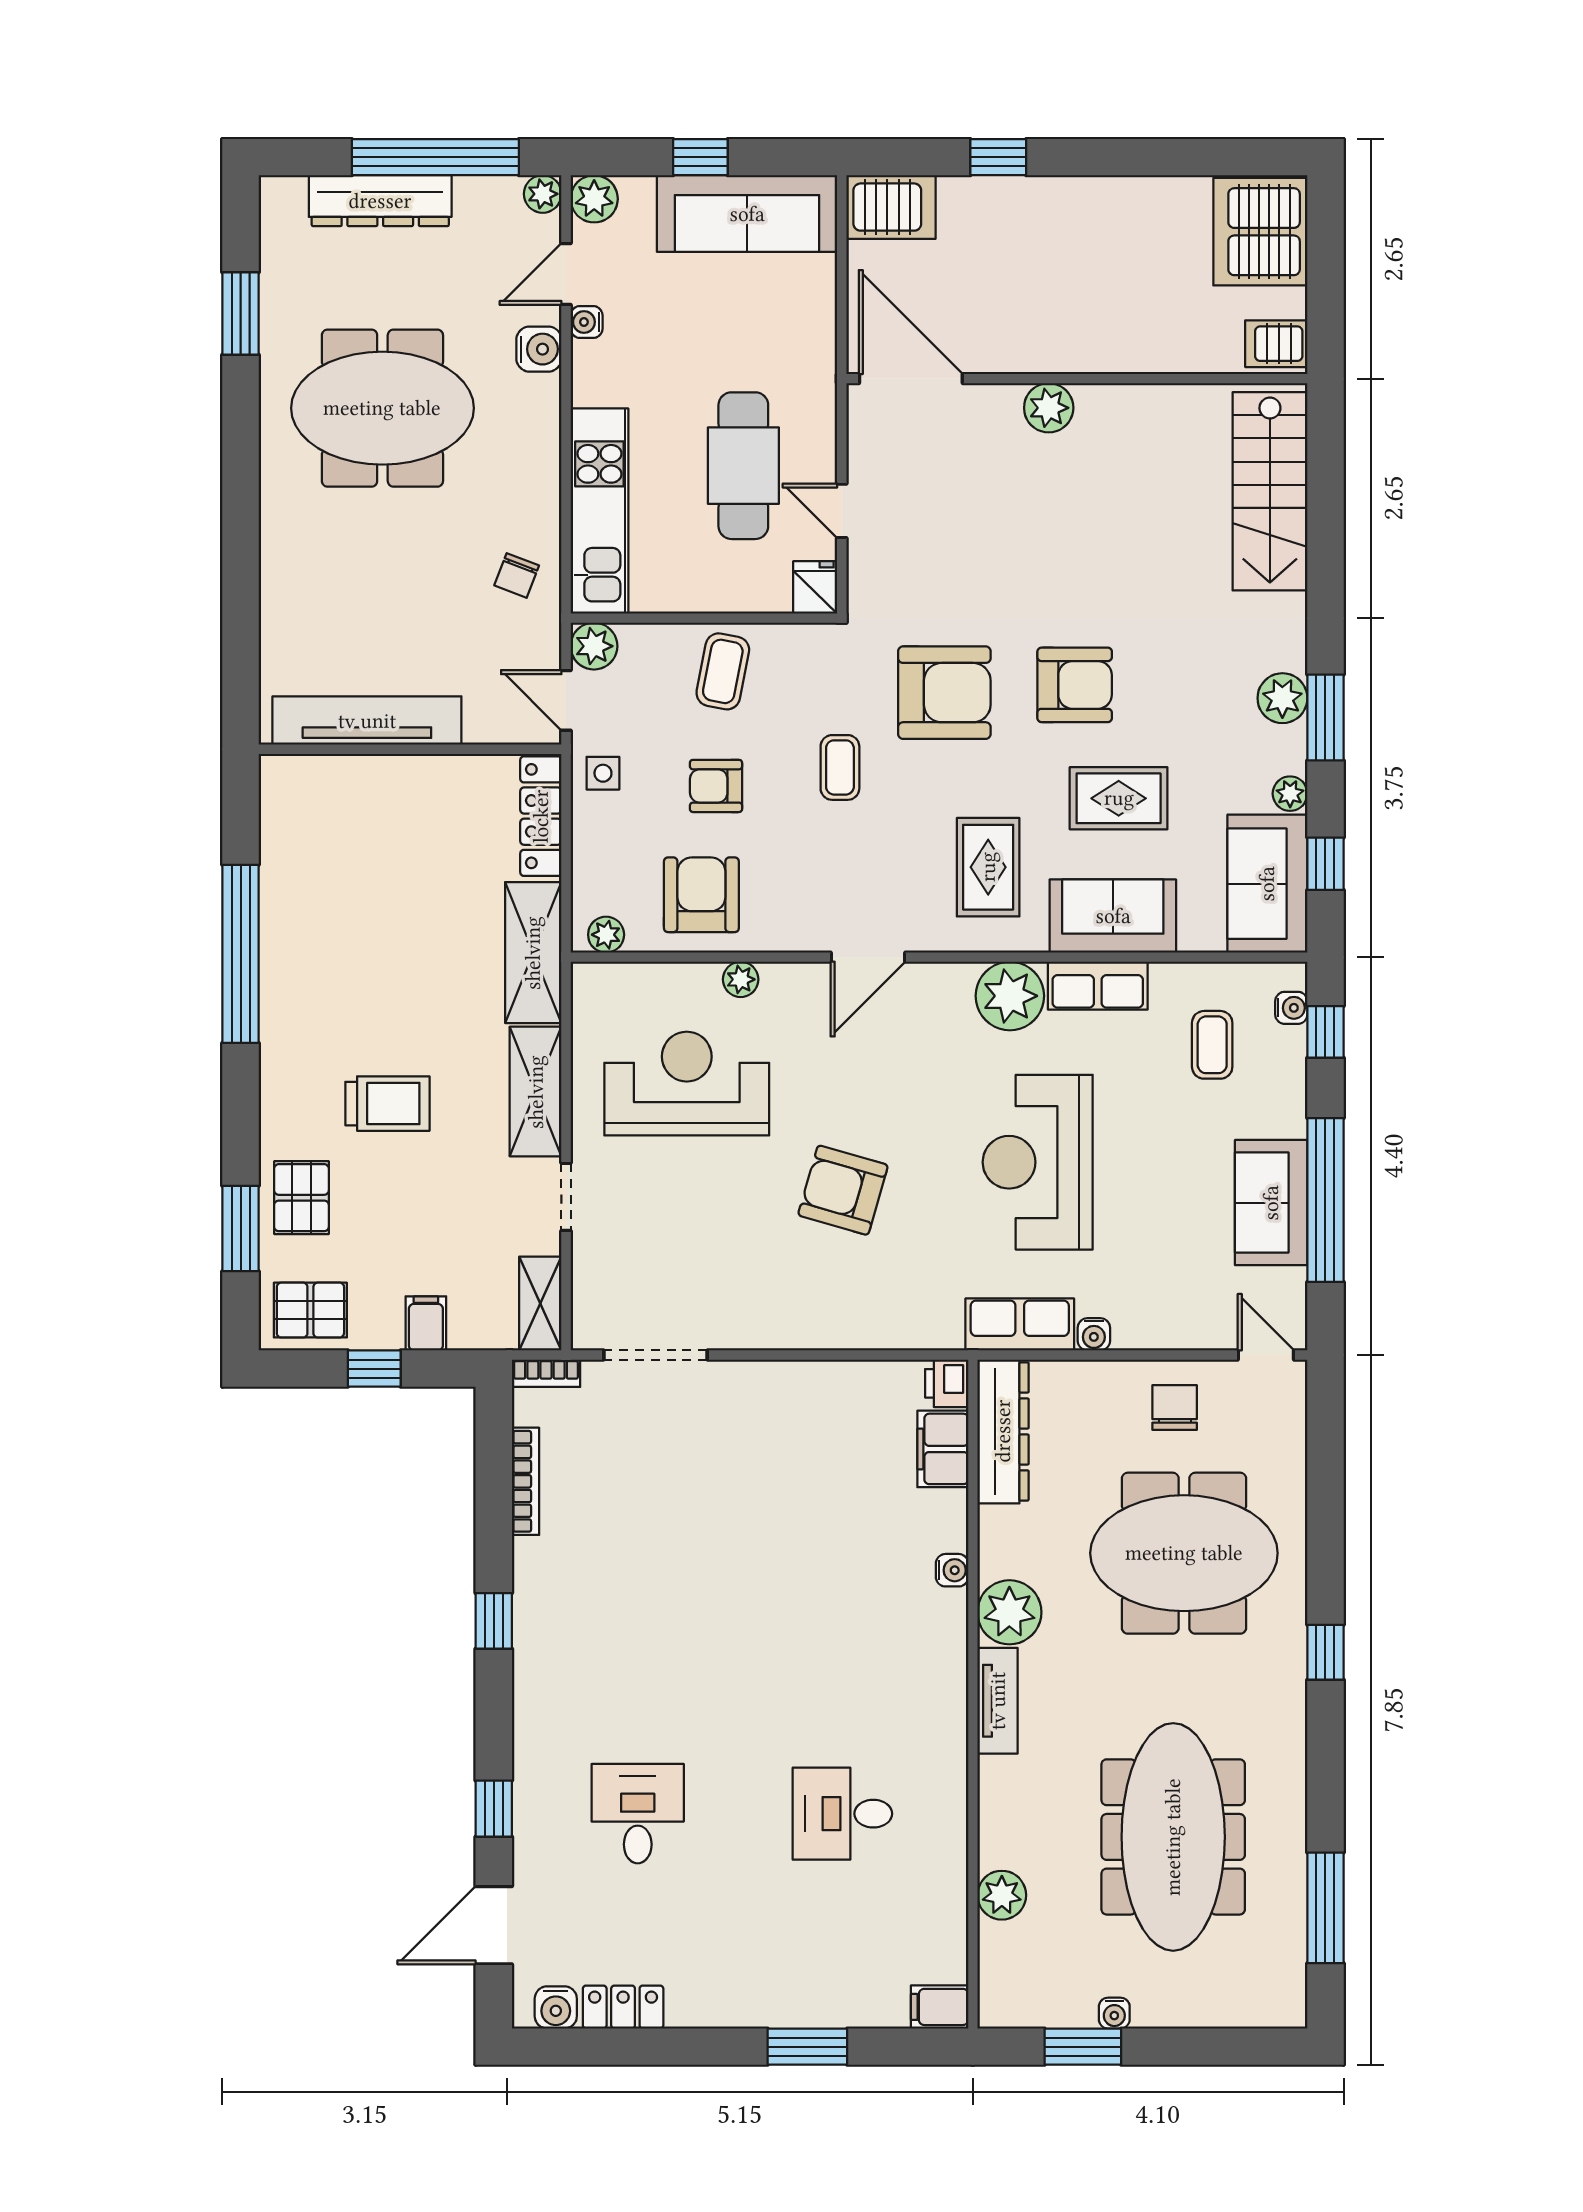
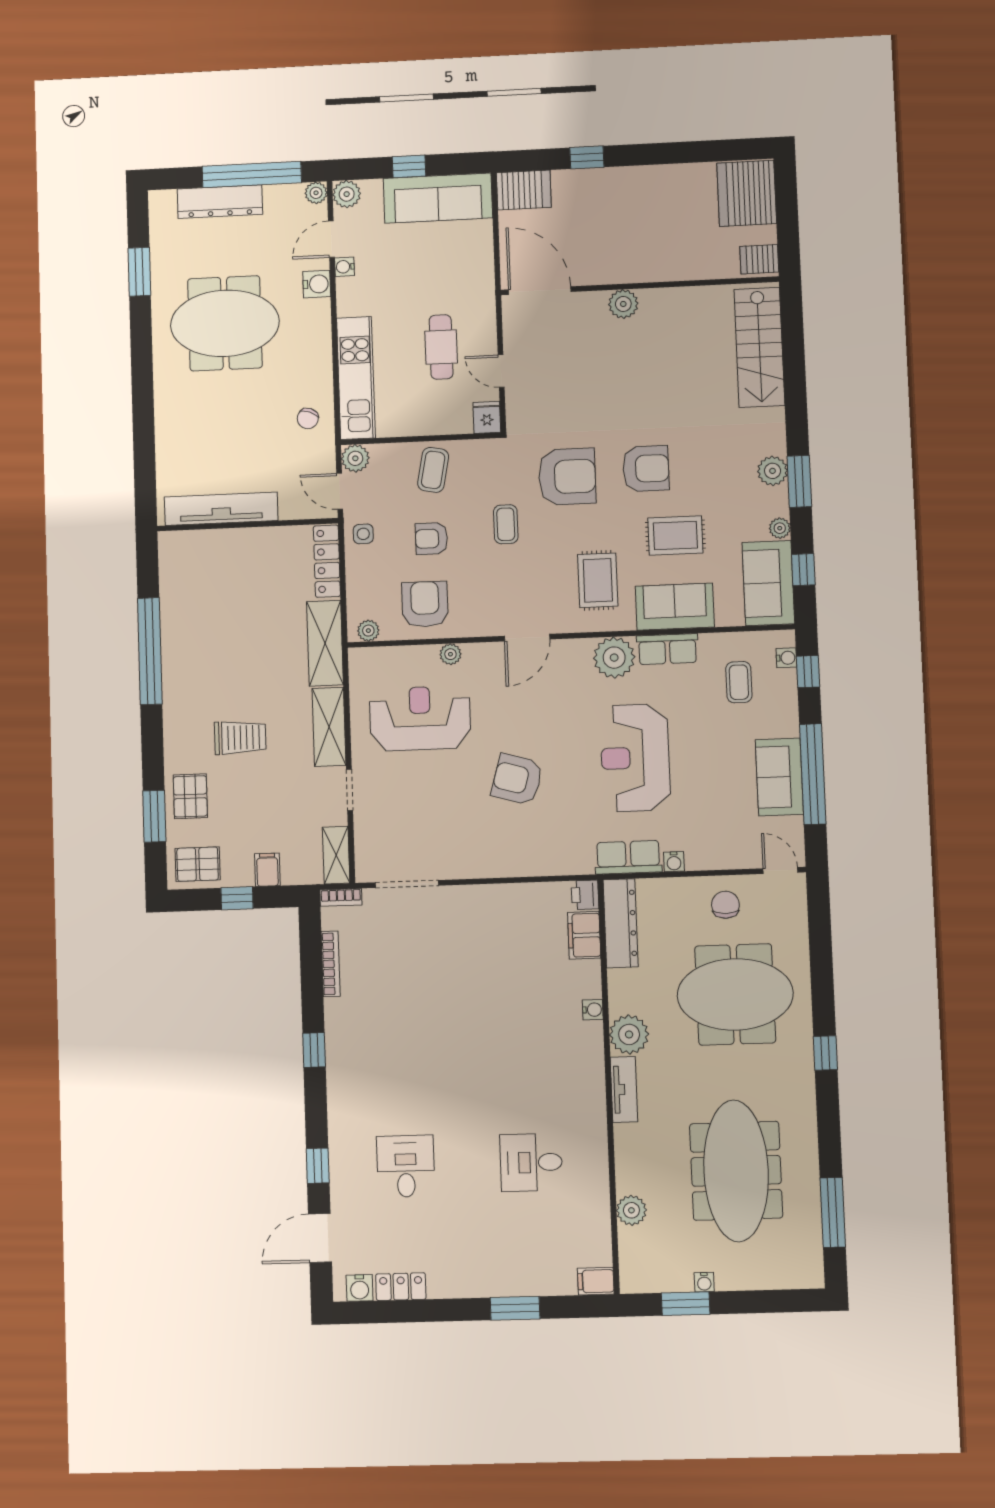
cafe table: (743, 466) -> (441, 347), width x0.73, depth x0.74

